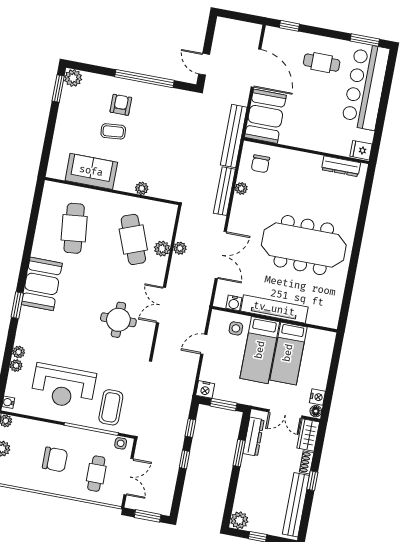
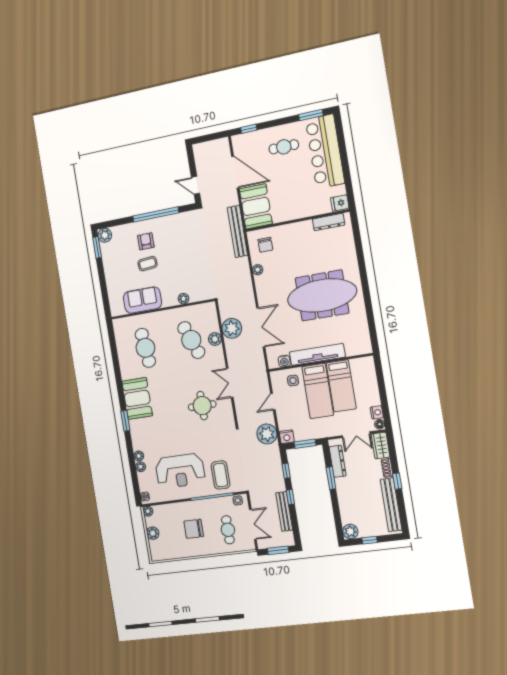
bench: (224, 191) -> (284, 511), moved
plant: (180, 248) -> (232, 328), width x1.87, depth x1.87
plant: (183, 379) -> (267, 434), added
chair: (55, 459) -> (194, 529), turned 180

